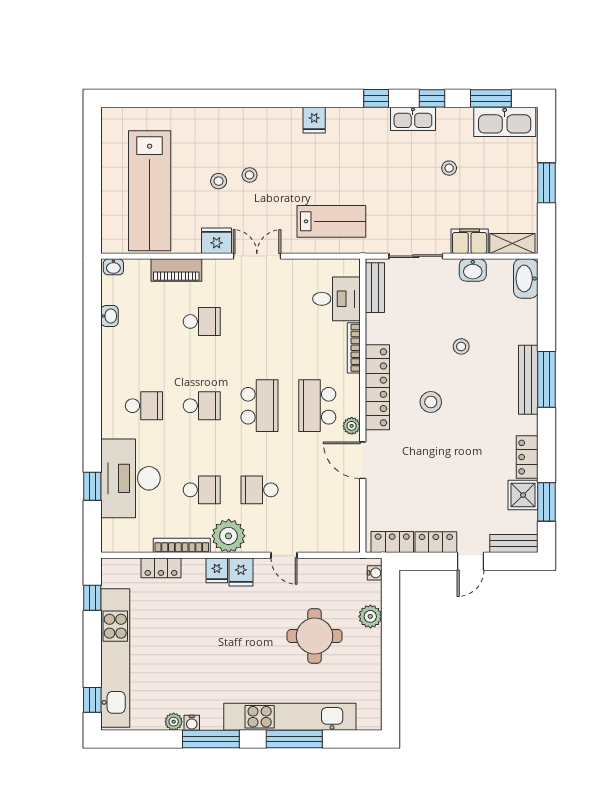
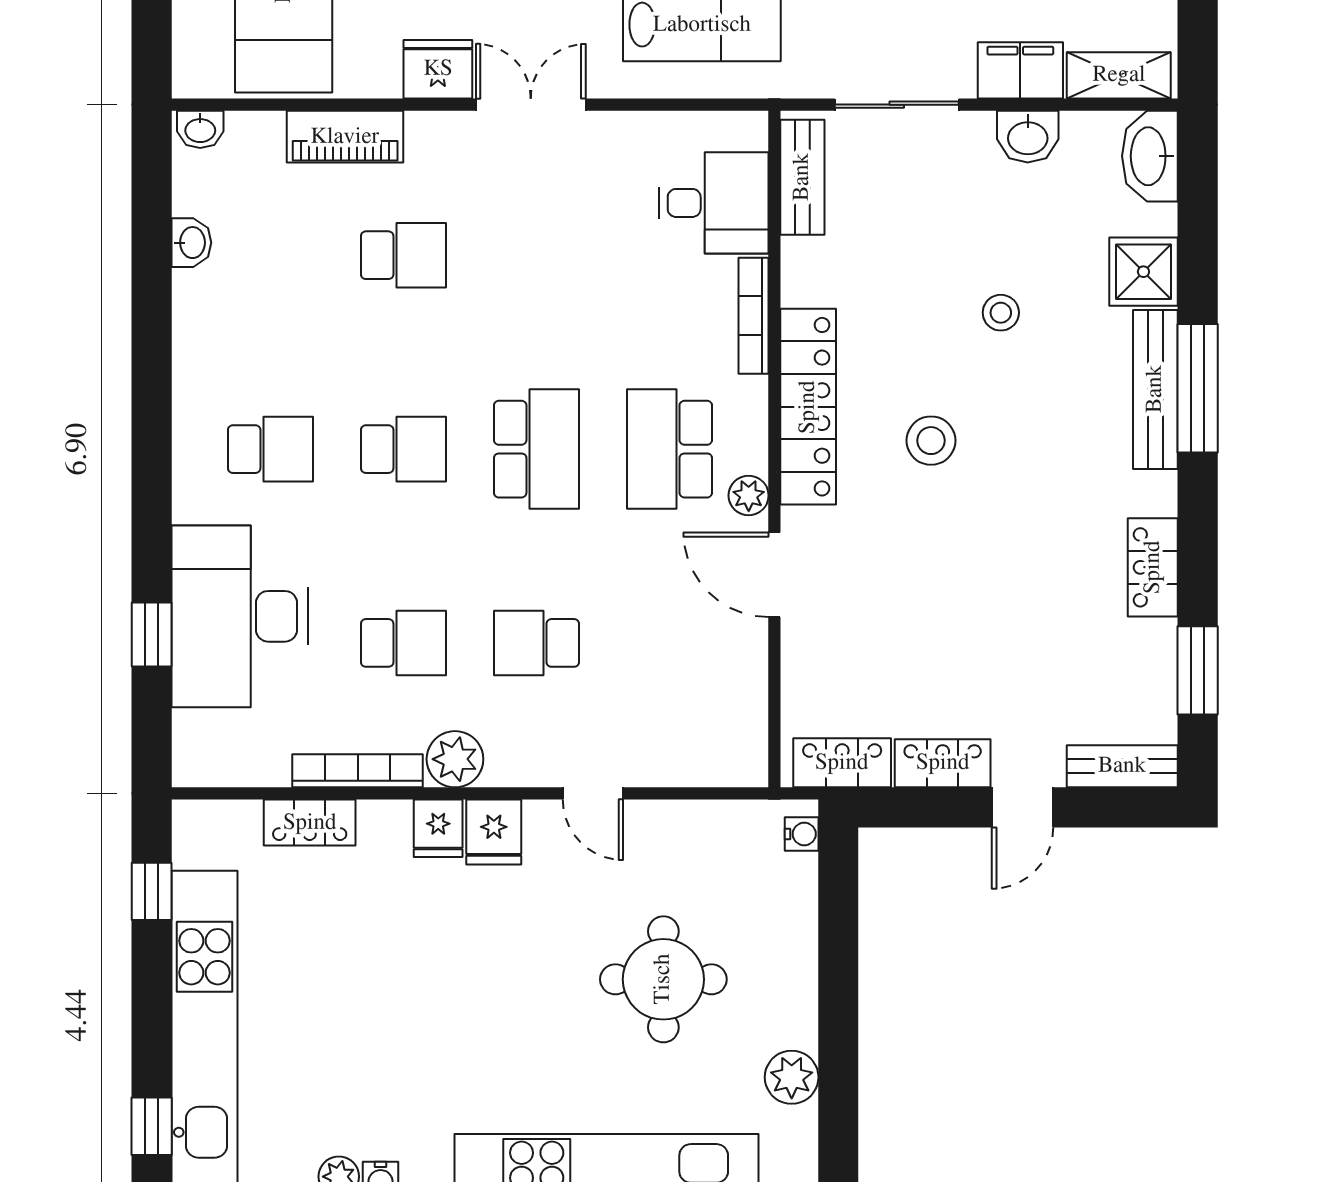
shower: (523, 495) -> (1143, 272), moved
plant: (229, 536) -> (455, 759), width x0.73, depth x0.73
plant: (370, 616) -> (792, 1077), moved

